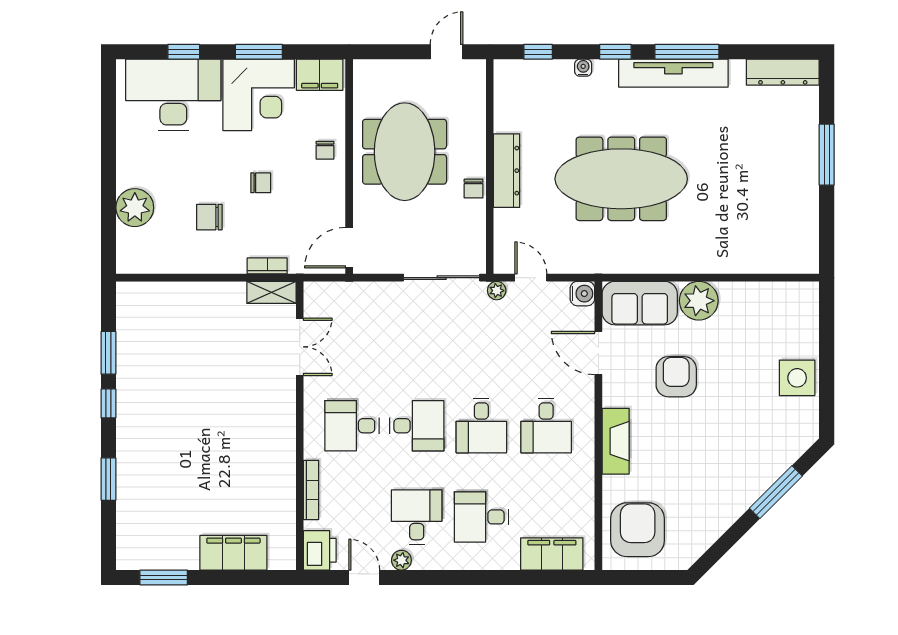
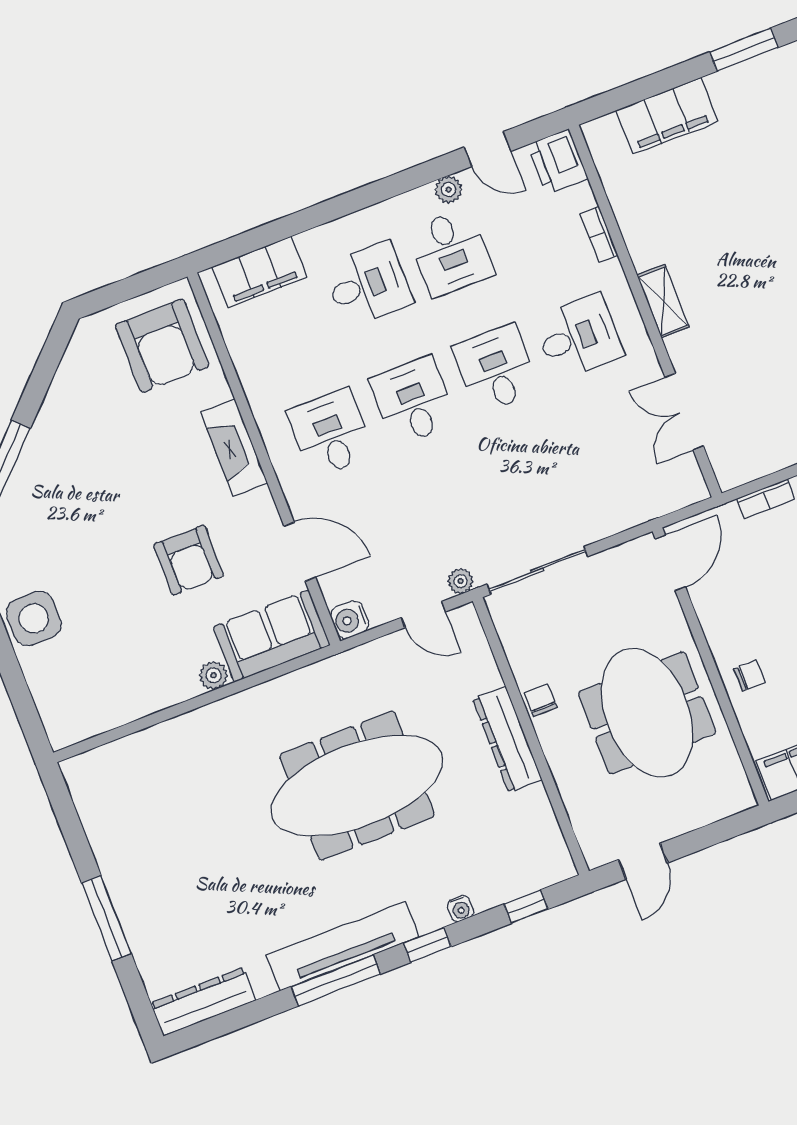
chair: (325, 150) -> (749, 675), turned 90
shelving: (271, 292) -> (663, 301), moved, turned 90
plant: (699, 301) -> (213, 675), width x0.53, depth x0.53
desk: (417, 426) -> (496, 369), turned 90
bookcase: (311, 490) -> (599, 234), width x0.64

